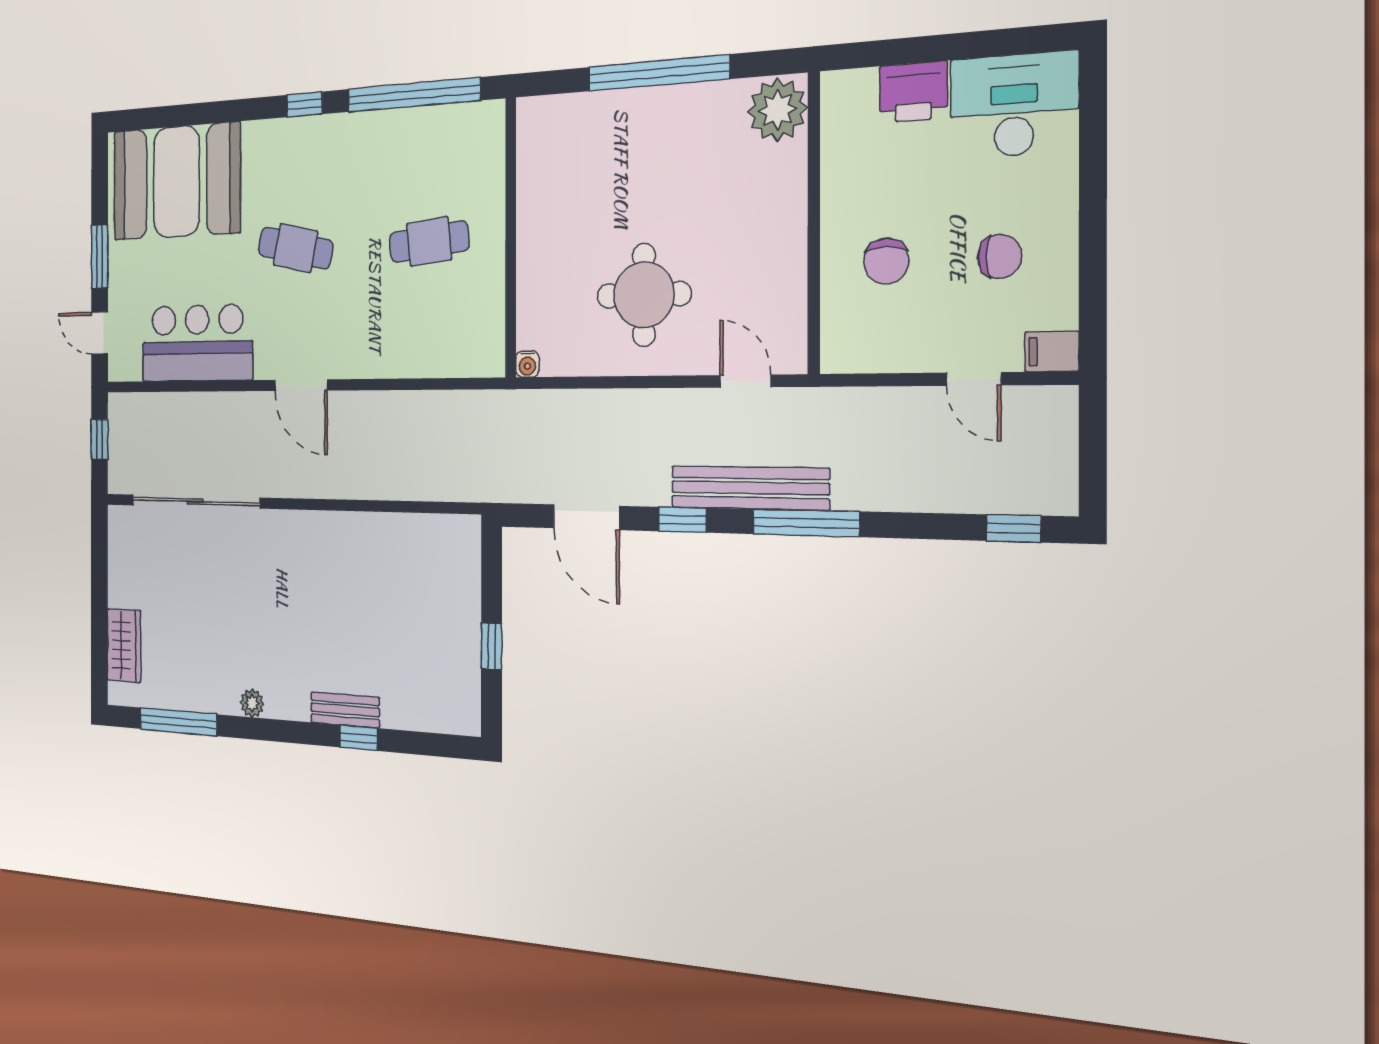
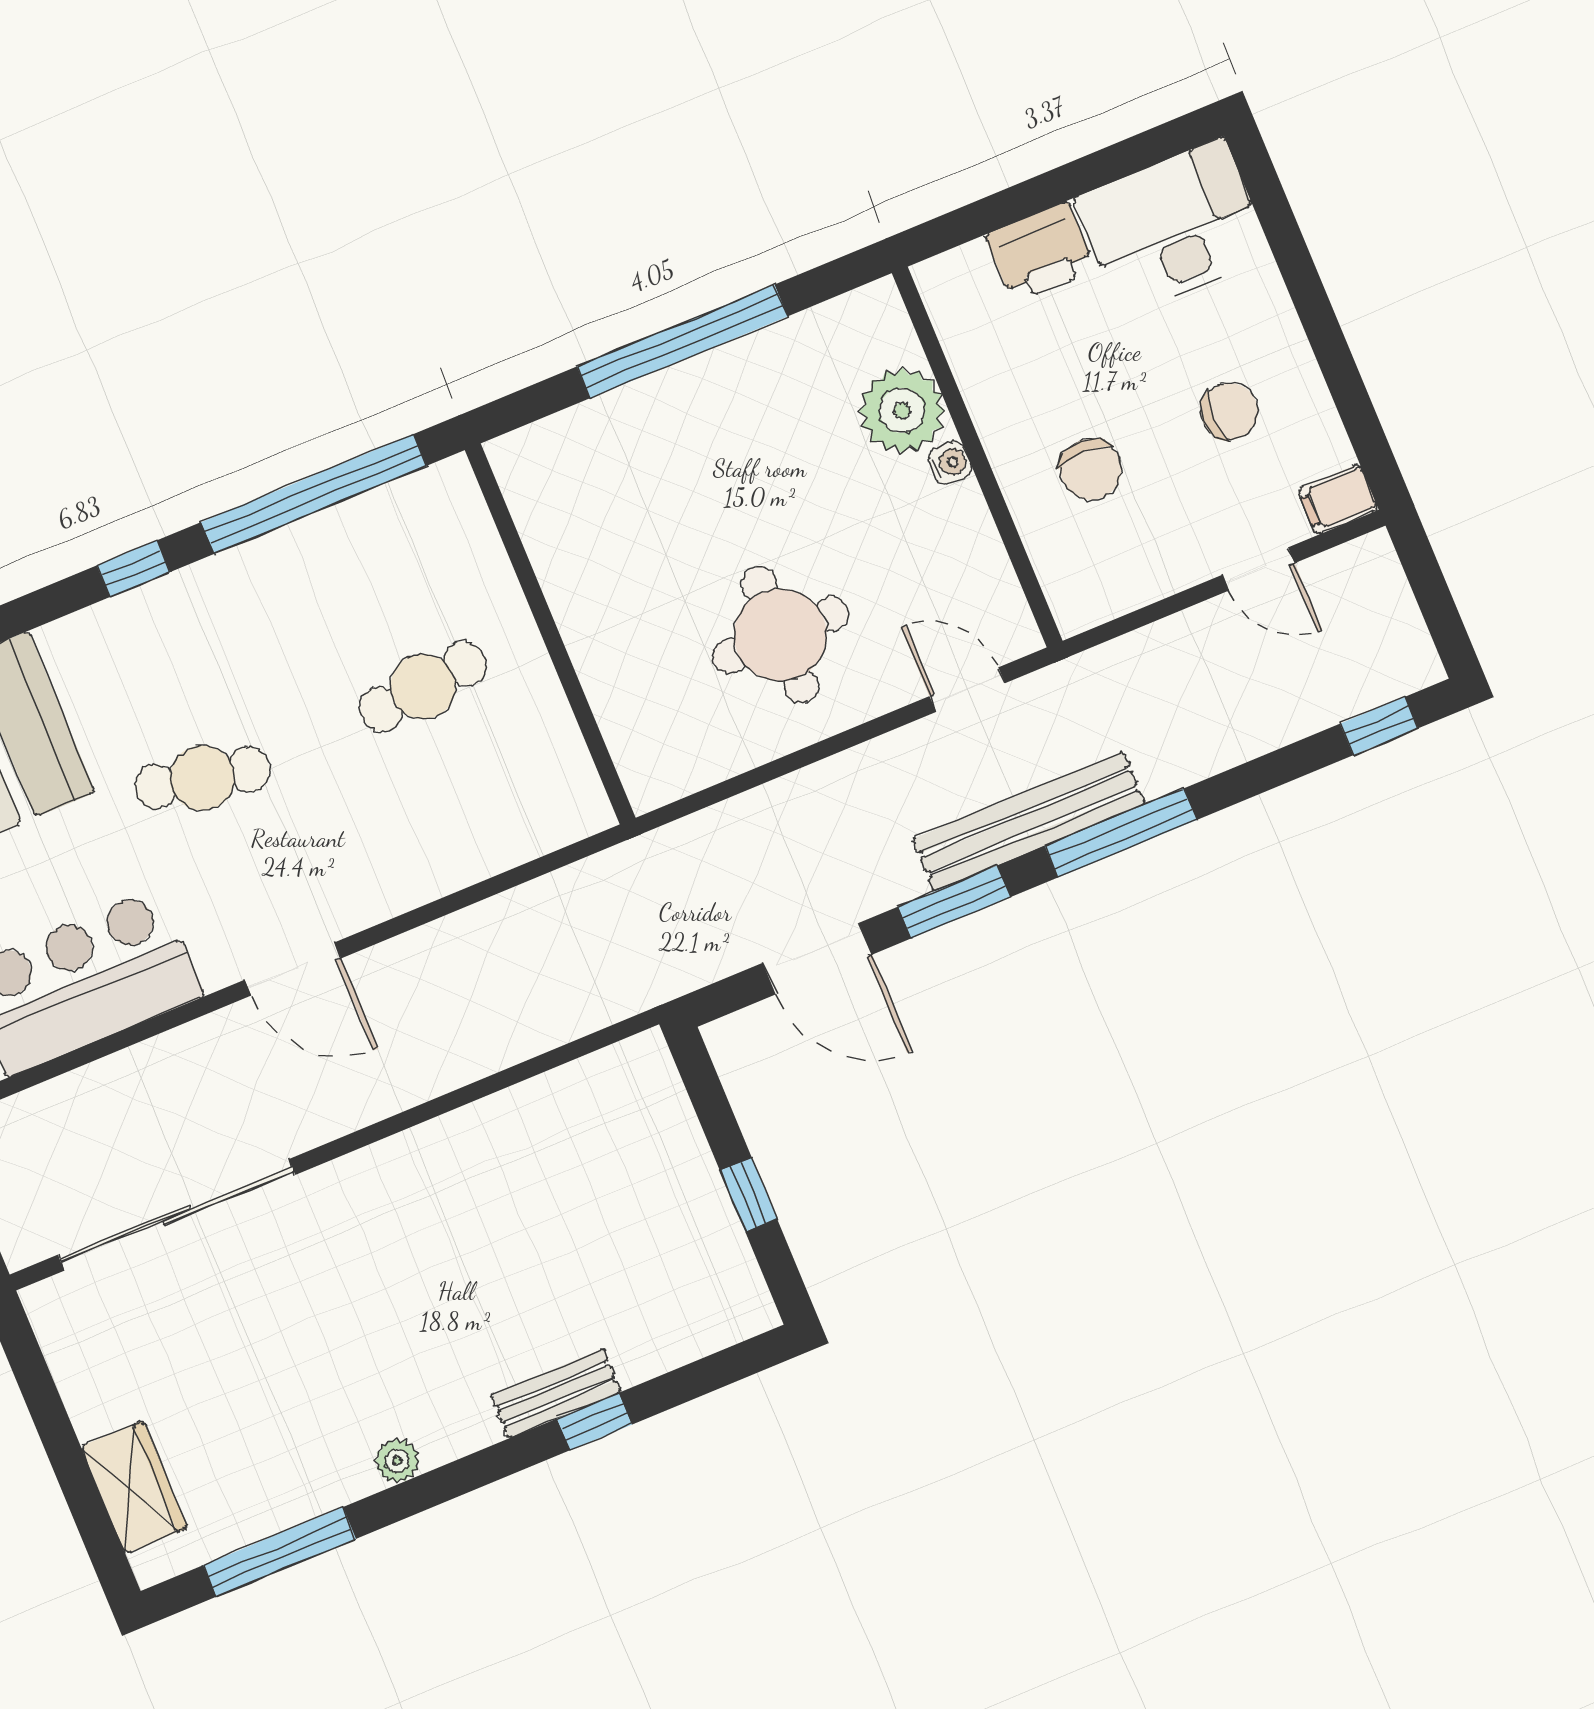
plant: (778, 110) -> (902, 411), moved
water cooler: (527, 364) -> (950, 463), moved, turned -90
window: (682, 520) -> (954, 902), width x1.50

